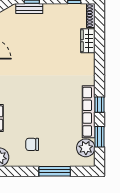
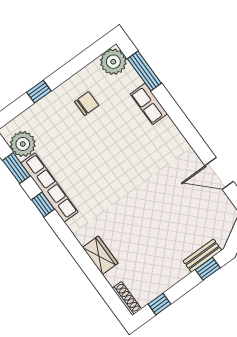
wardrobe: (88, 41) -> (100, 255), moved
window: (55, 171) -> (39, 92), width x0.46

